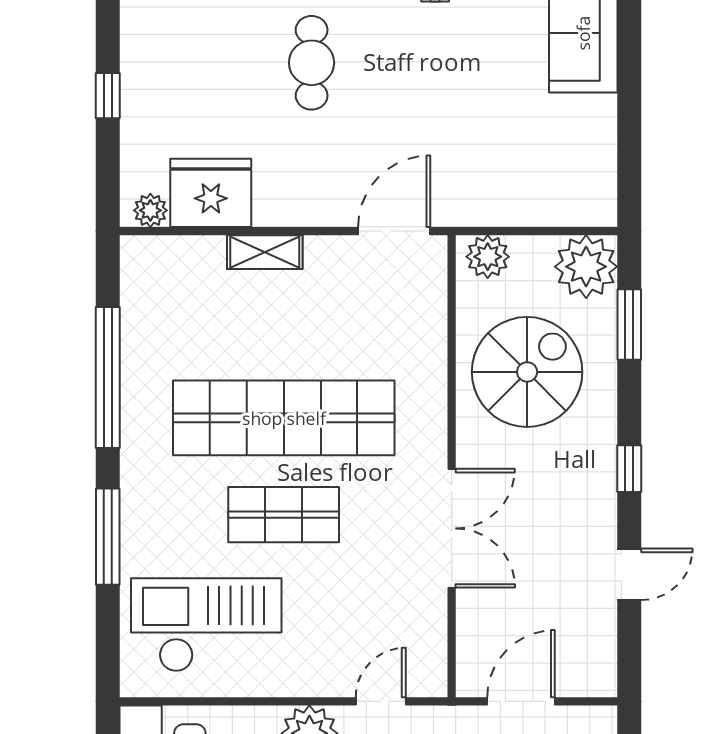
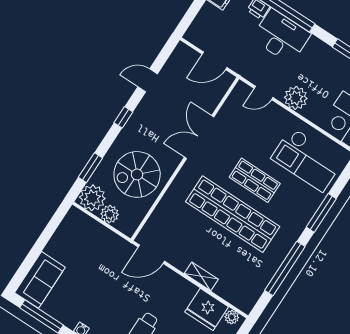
plant: (488, 257) -> (110, 214), moved

